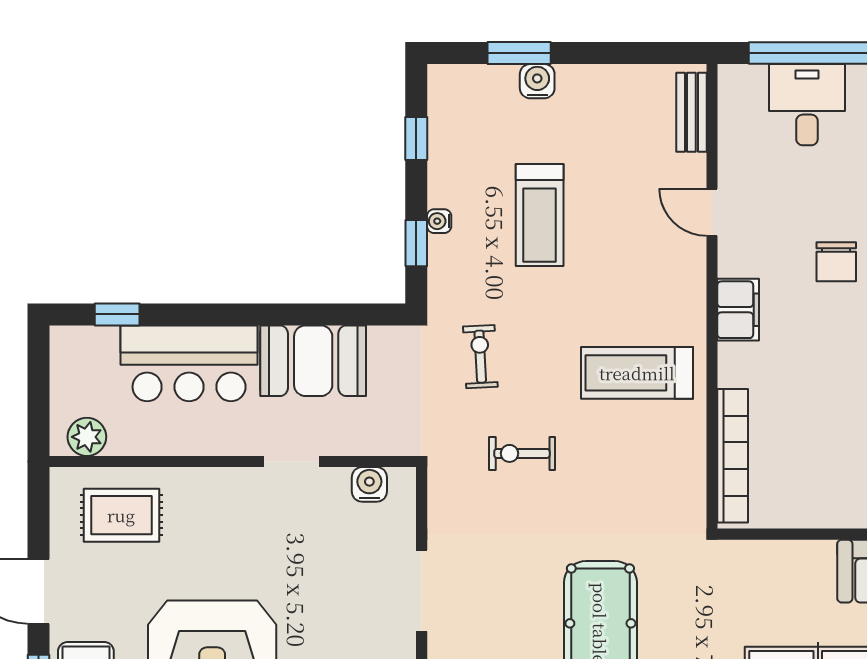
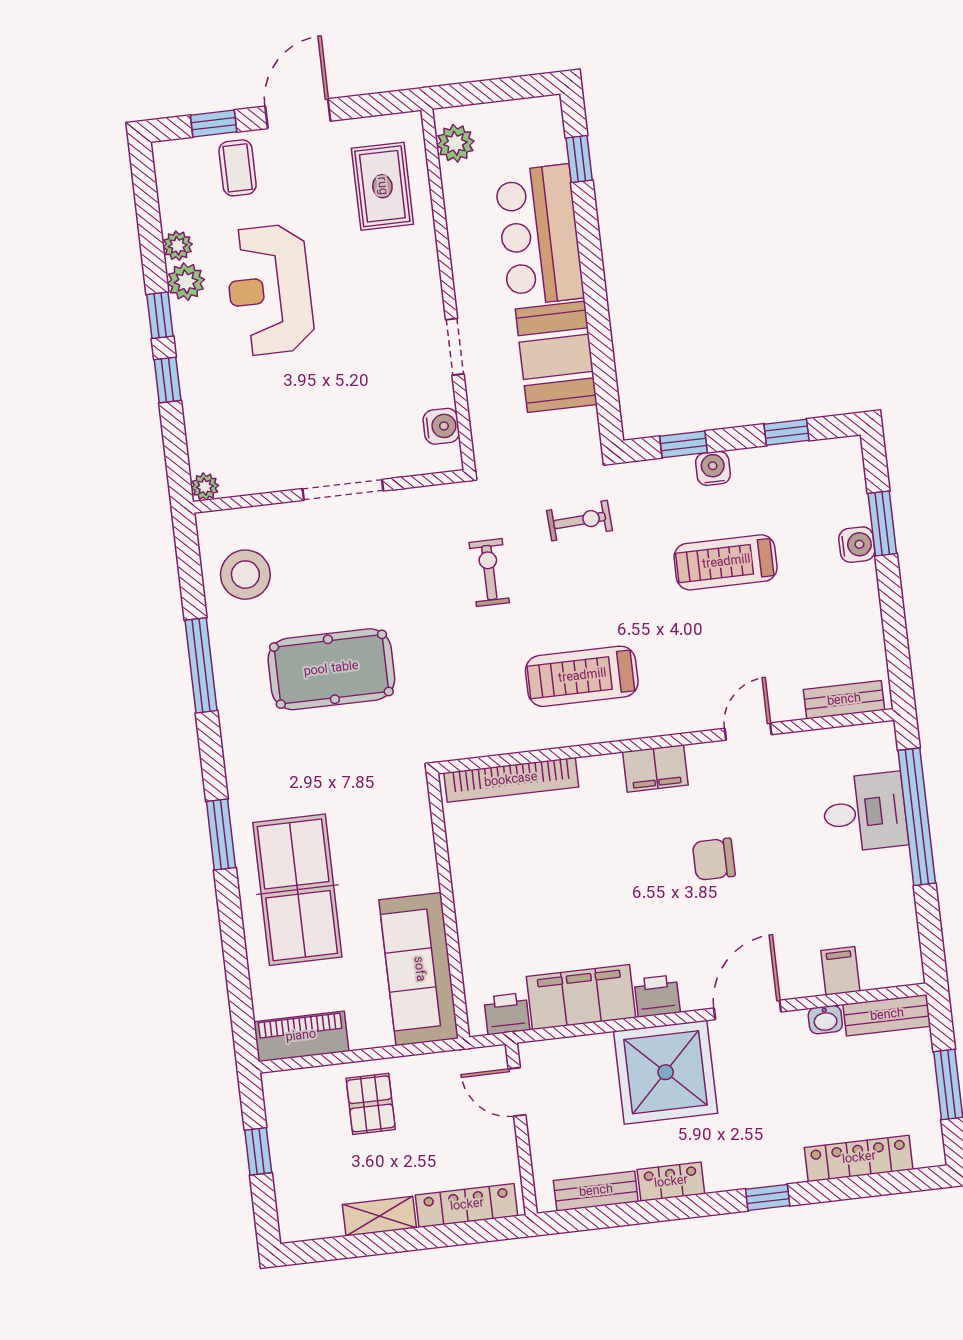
water cooler: (439, 221) -> (713, 468), width x1.38, depth x1.38
treadmill: (637, 373) -> (582, 676), turned -90

